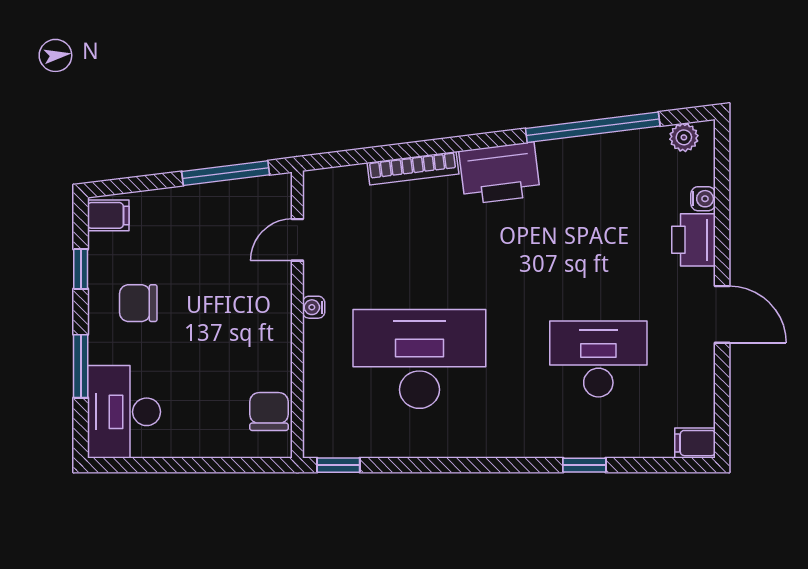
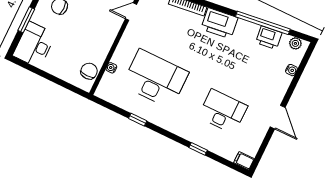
printer: (694, 240) -> (269, 38), moved, turned -97
water cooler: (314, 307) -> (111, 68), moved
window: (338, 465) -> (138, 120), moved

